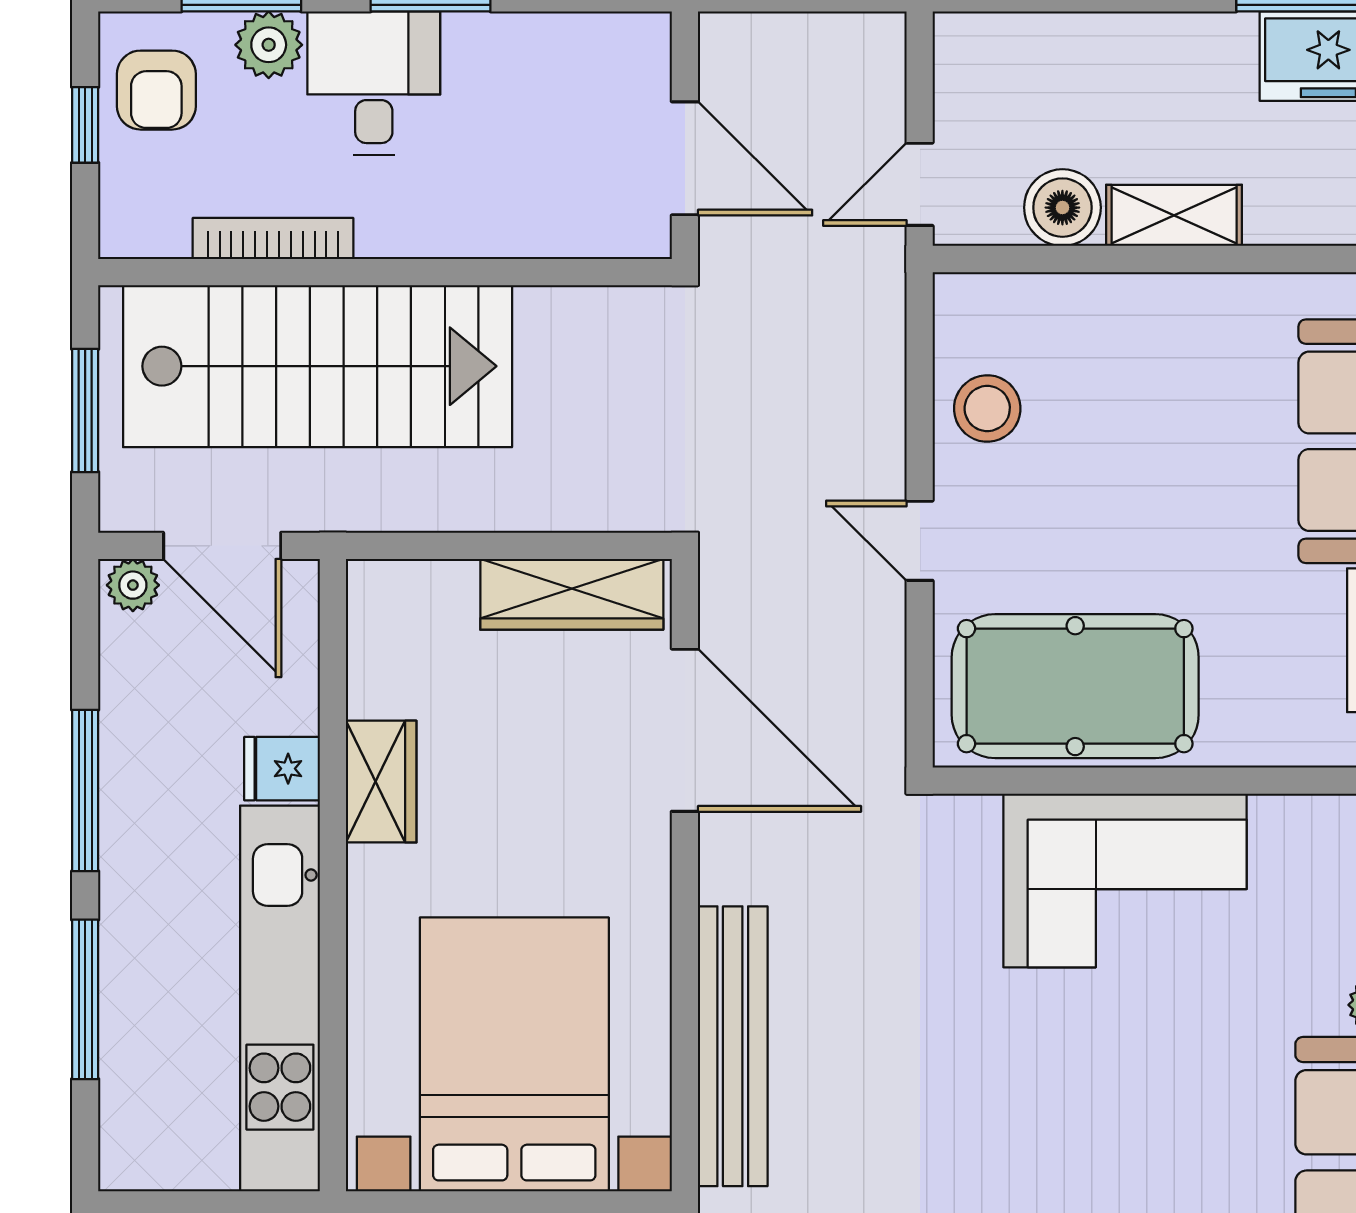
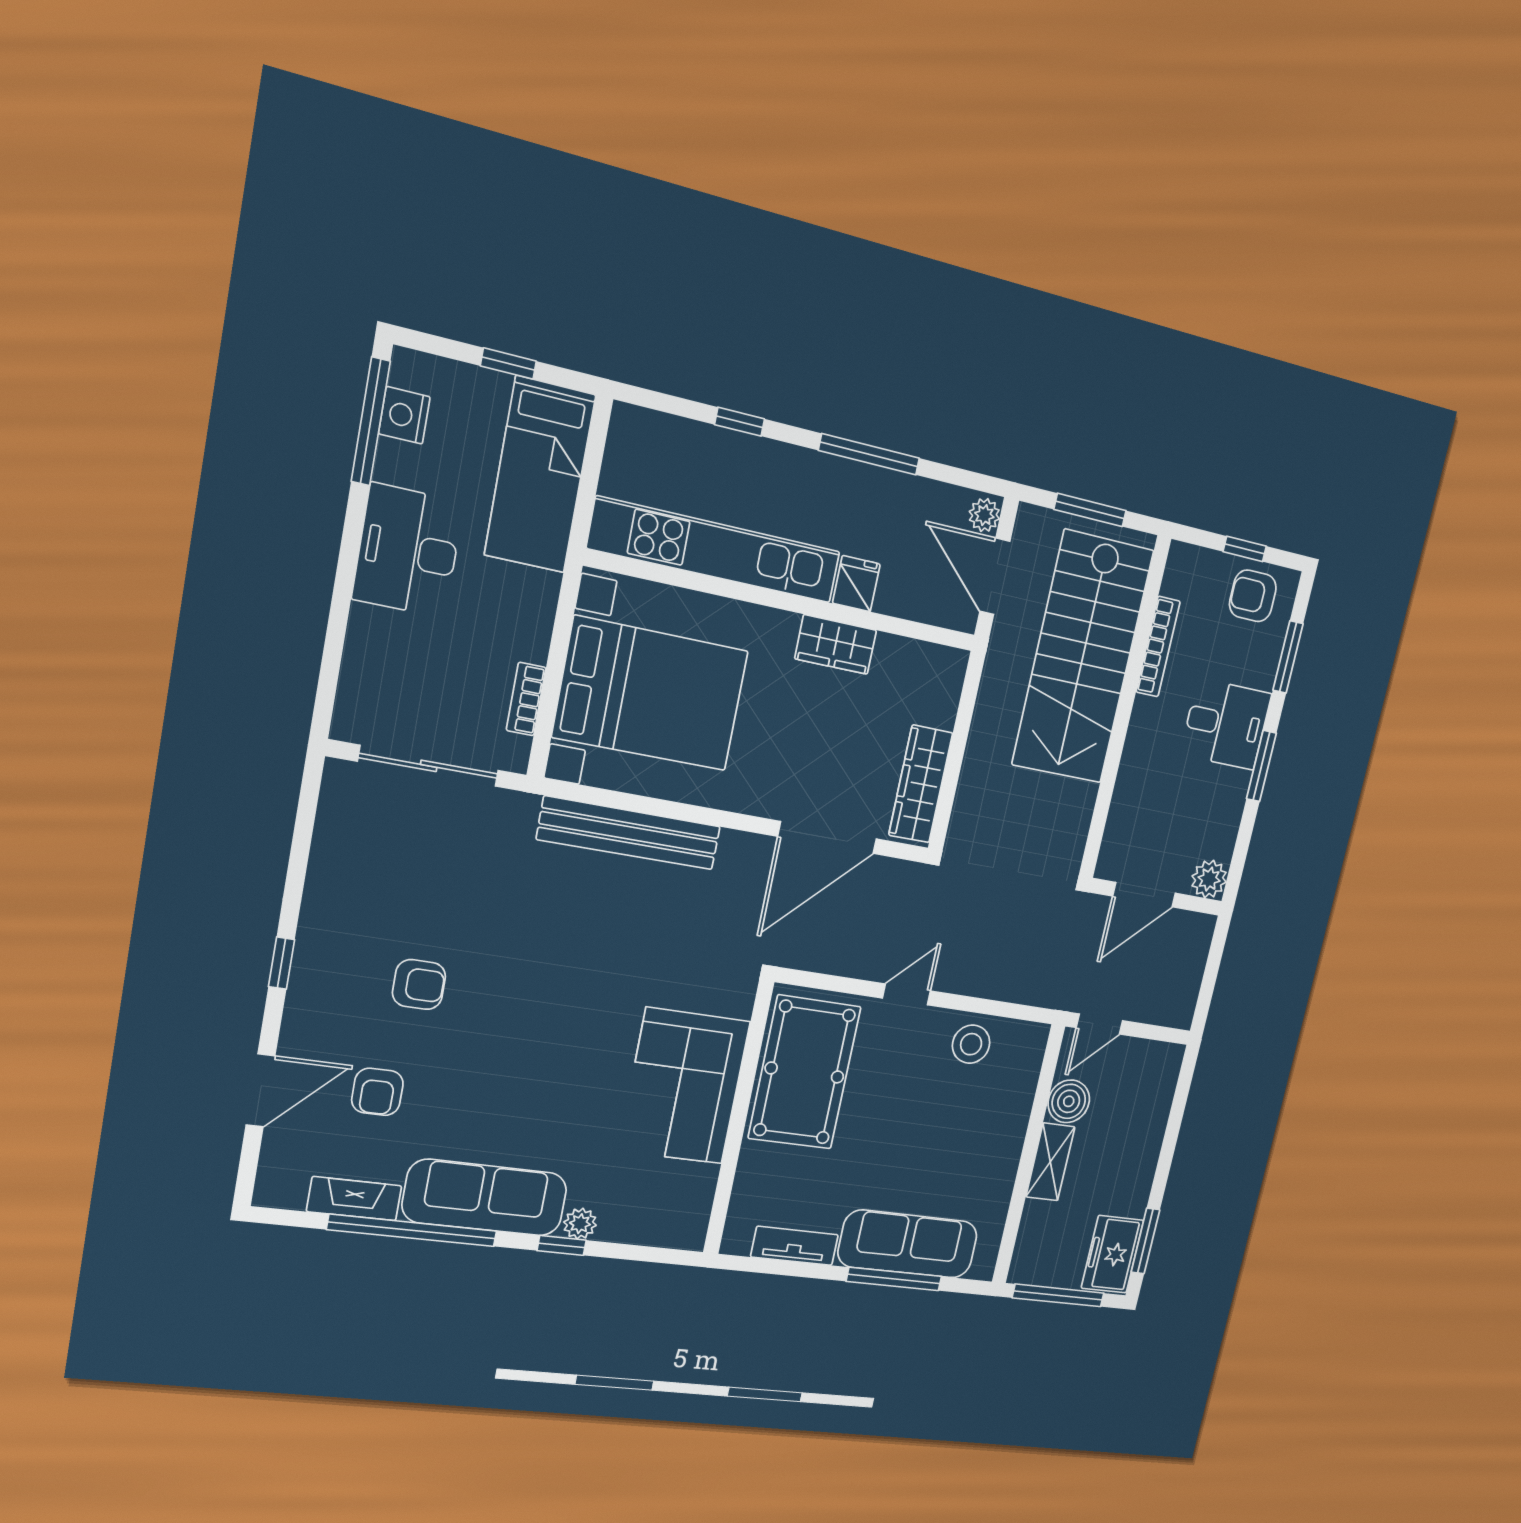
plant: (269, 45) -> (1209, 879), moved
door: (920, 184) -> (1099, 1024), swing flipped
door: (222, 546) -> (995, 576), hinge flipped
window: (85, 999) -> (740, 422), width x0.46

